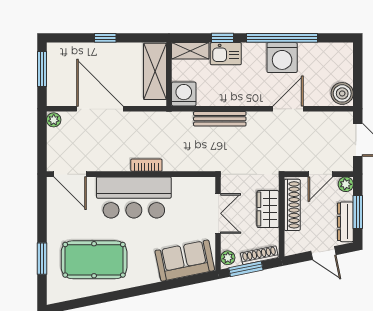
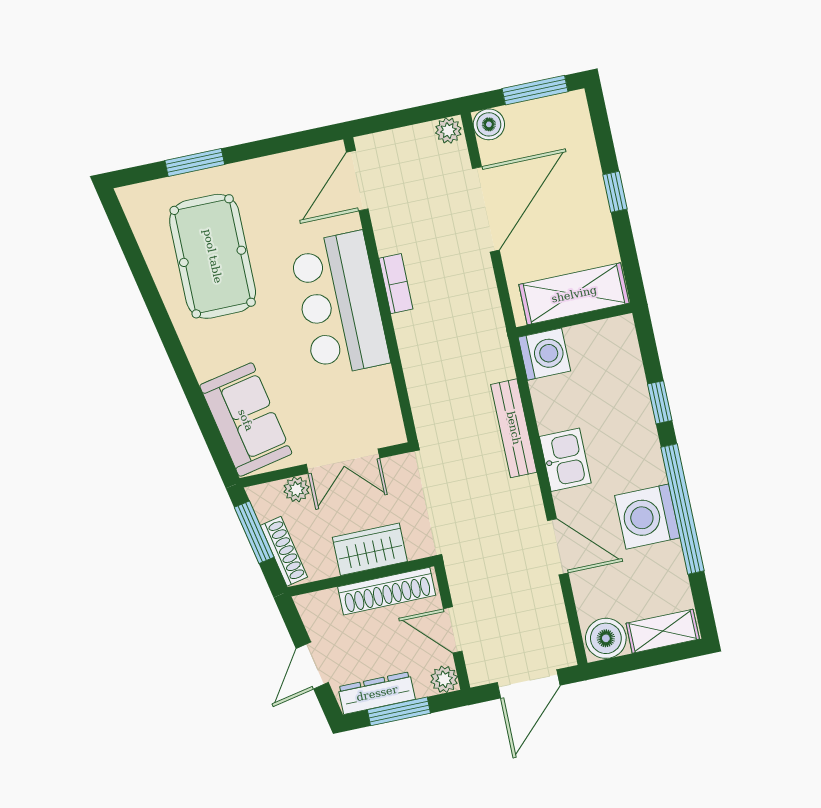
shelving: (190, 51) -> (663, 631), moved, turned 90
kitchen sink: (226, 54) -> (565, 460), moved, turned 180
boiler: (55, 98) -> (489, 124), added
bookcase: (146, 165) -> (396, 284), moved
plant: (228, 258) -> (297, 489), moved

